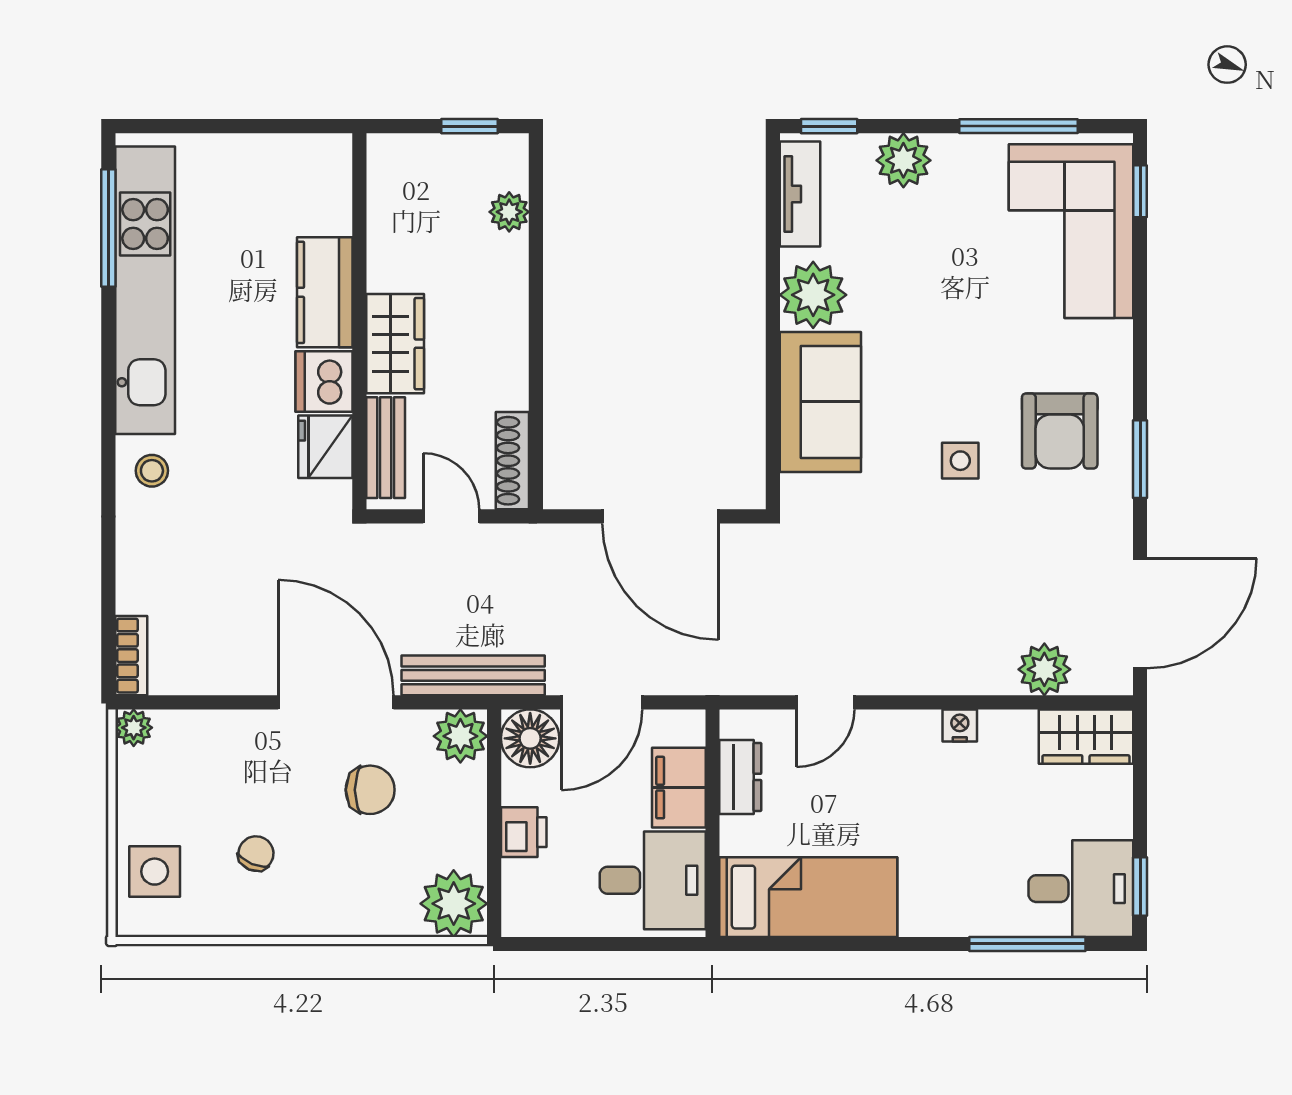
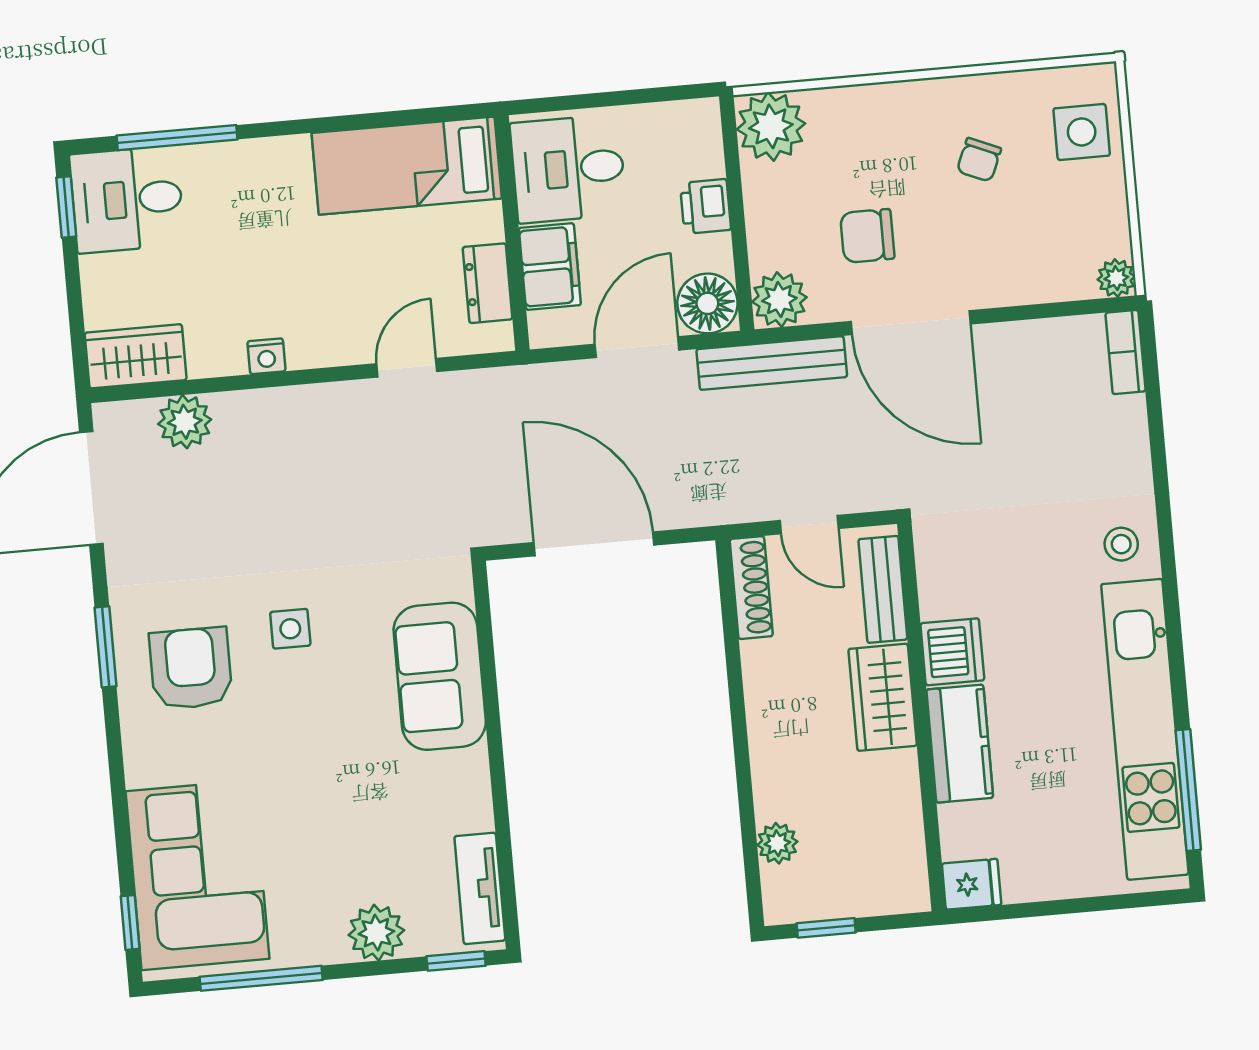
plant: (813, 295) -> (457, 786), removed
fridge: (325, 447) -> (972, 884), moved, width x0.72

